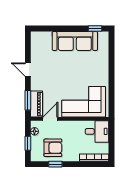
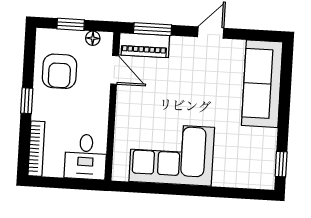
sofa: (75, 41) -> (262, 84), moved
corner sofa: (84, 102) -> (172, 154), moved, turned -90
window: (55, 164) -> (27, 101), moved

